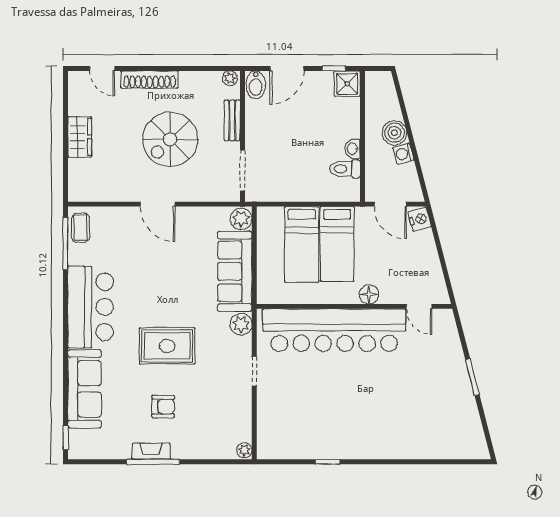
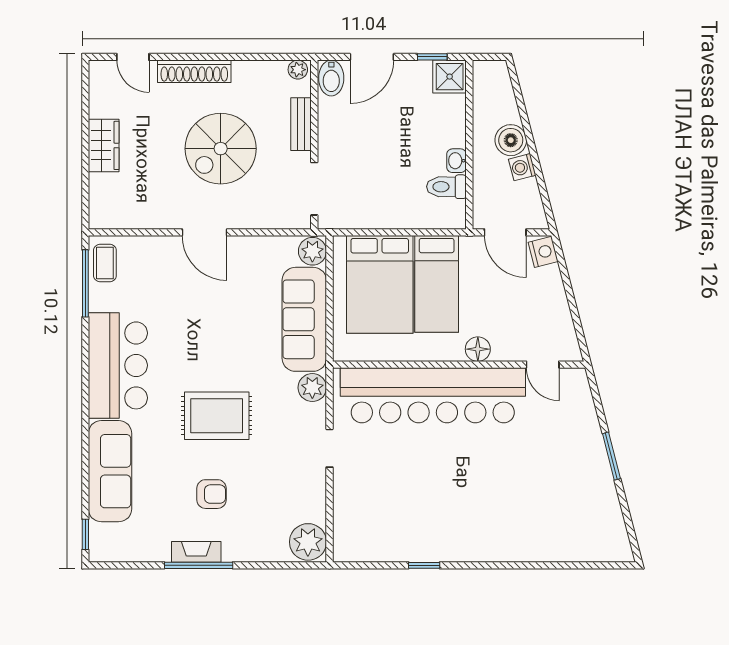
bed: (302, 244) -> (380, 284), width x1.50
plant: (244, 450) -> (308, 542), width x1.87, depth x1.87

